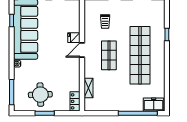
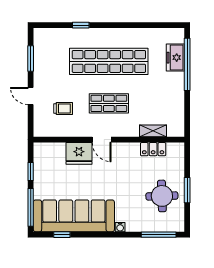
fridge: (74, 38) -> (79, 153), width x1.88, depth x1.34
locker: (75, 101) -> (153, 149), moved
freezer: (154, 105) -> (175, 58), moved

